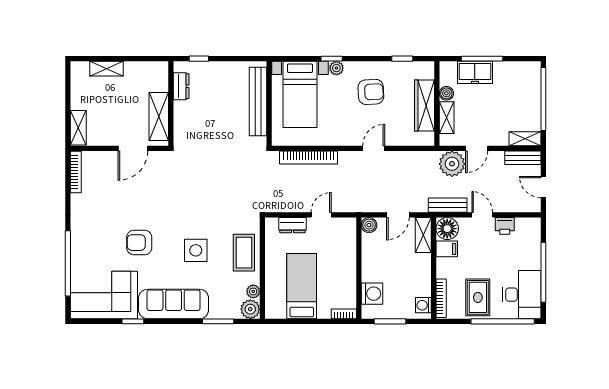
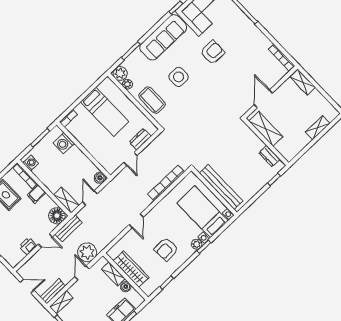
filing cabinet: (447, 249) -> (36, 194), moved

